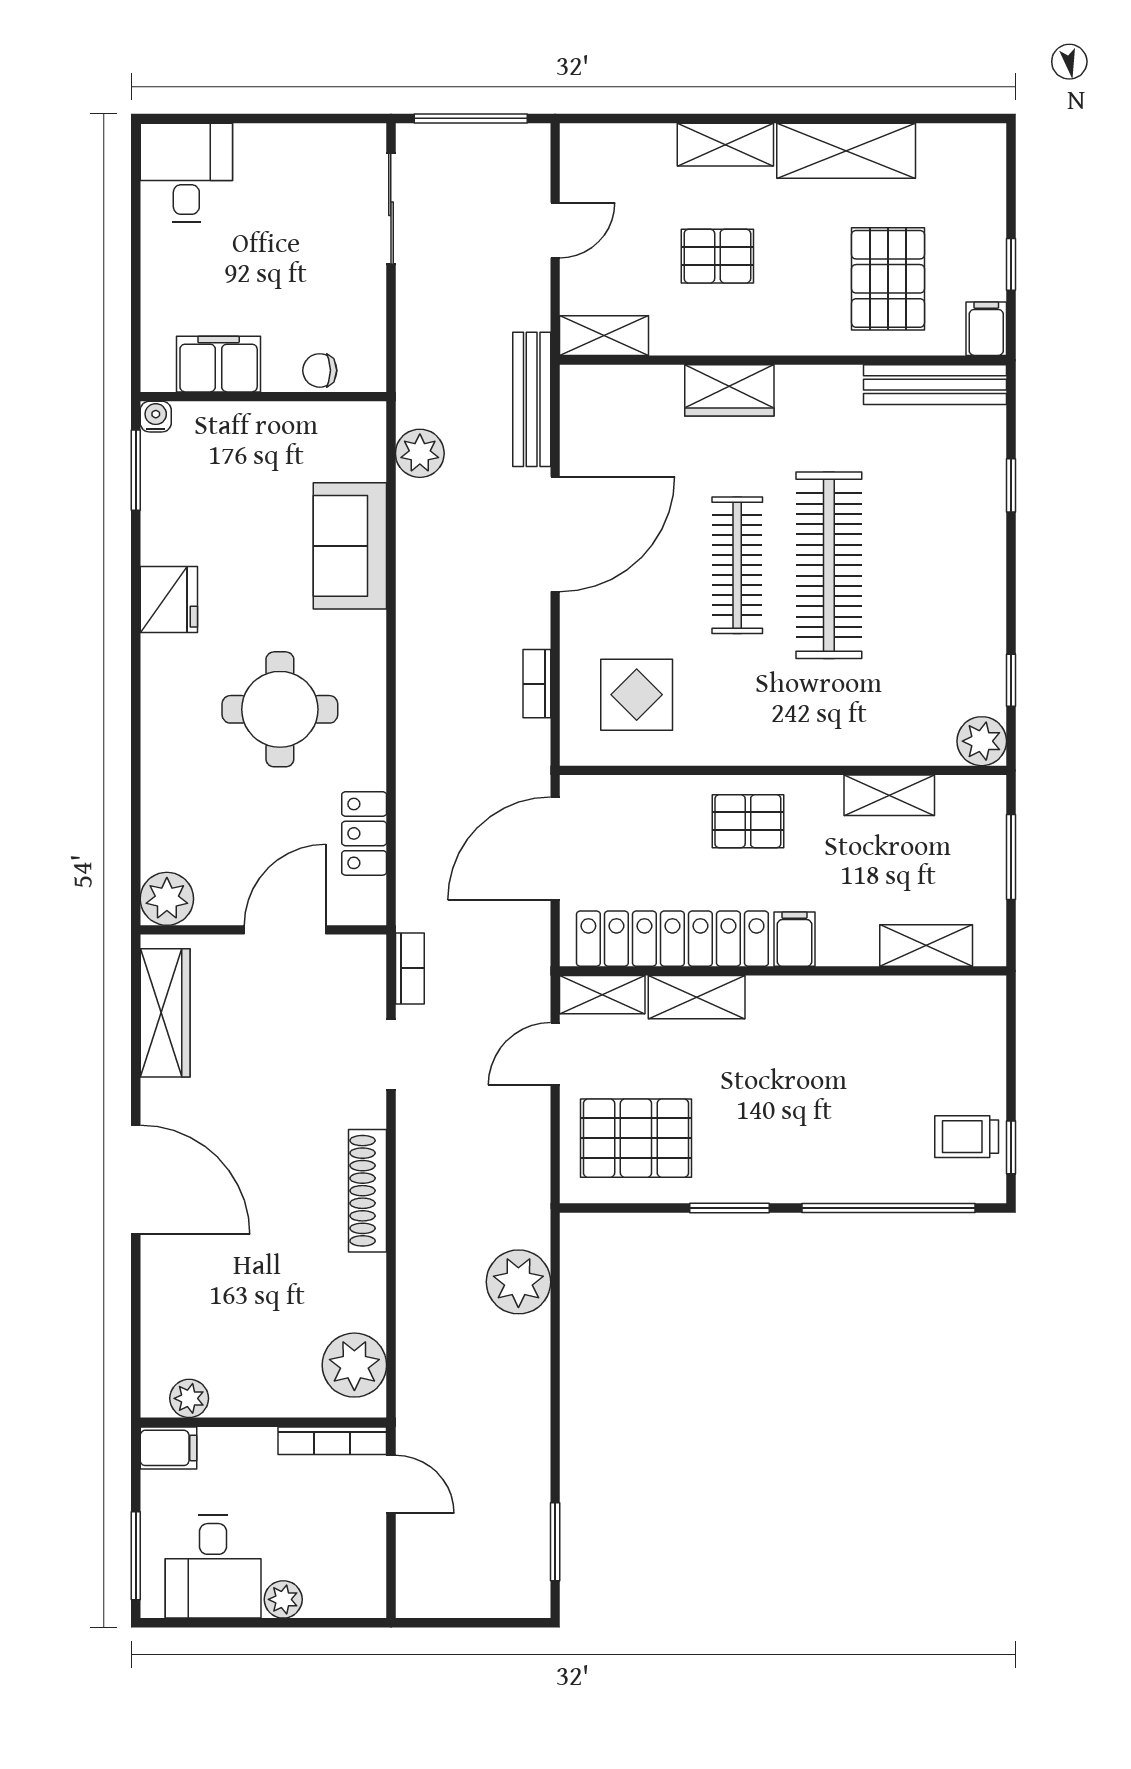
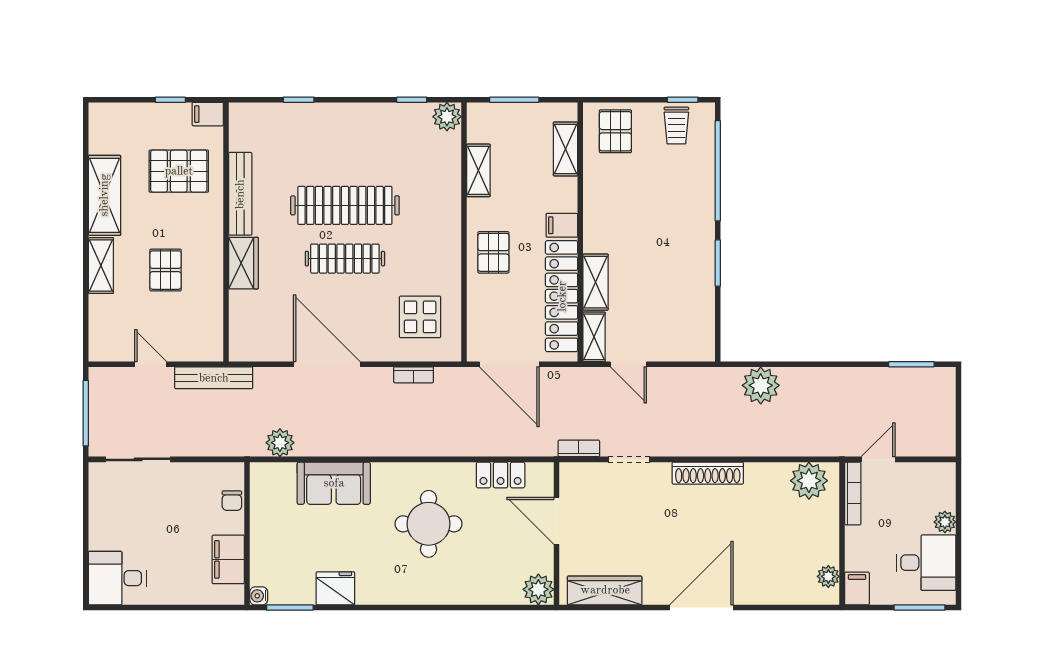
shelving: (604, 336) -> (212, 336), removed
bench: (935, 385) -> (240, 194), moved
bench: (532, 399) -> (214, 378), moved
fridge: (169, 599) -> (335, 588), moved
pallet: (636, 1138) -> (615, 131), moved, width x0.67, depth x0.71

